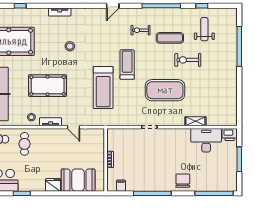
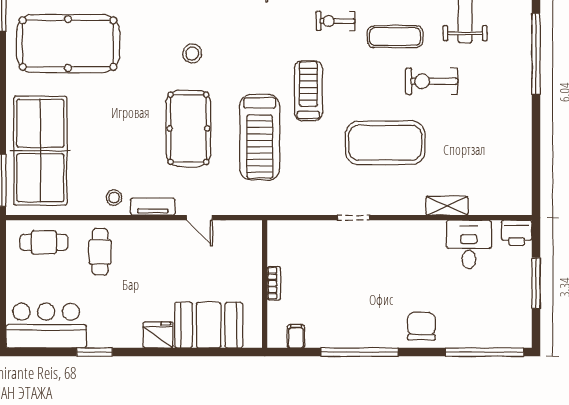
pool table: (48, 86) -> (188, 128), moved, turned 90
desk: (206, 140) -> (469, 244), width x0.73

